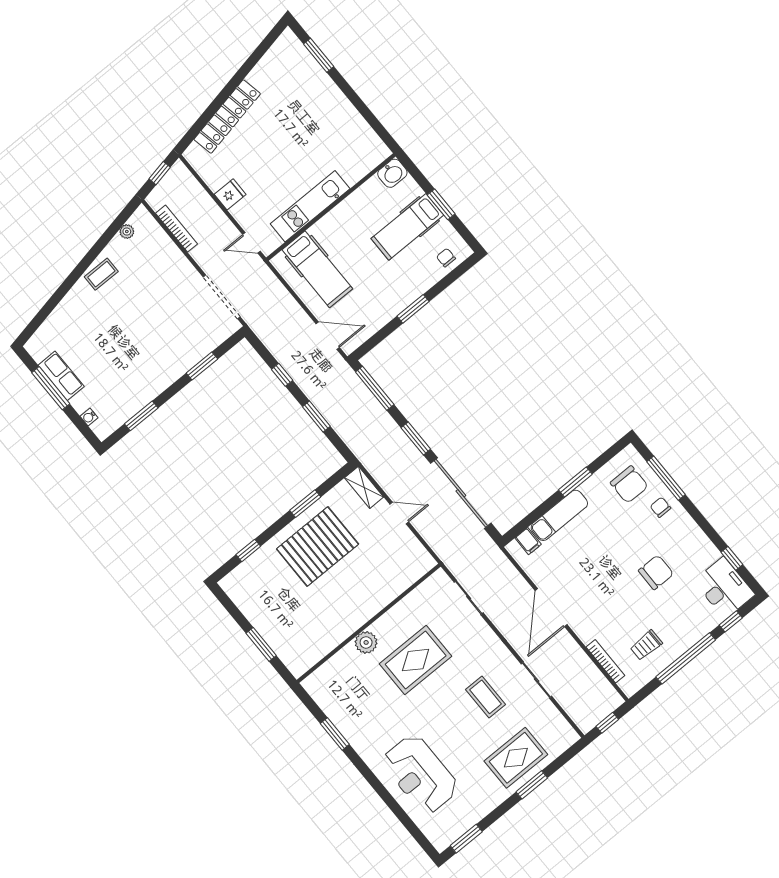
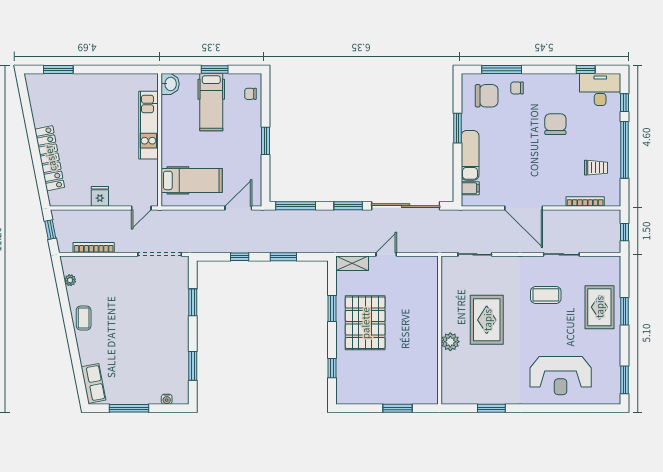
kitchen unit: (310, 206) -> (148, 125), moved
row of seats: (61, 376) -> (93, 383), moved, turned 79
trolley: (646, 645) -> (596, 168), turned -90

